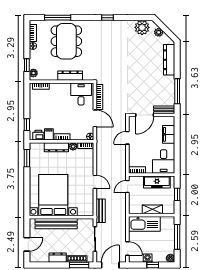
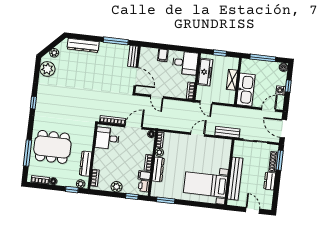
dresser: (70, 76) -> (86, 164), moved
plant: (35, 109) -> (117, 187), added
filing cabinet: (169, 134) -> (163, 55), width x0.50
bed with nightstands: (53, 195) -> (205, 185), width x0.73

